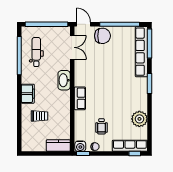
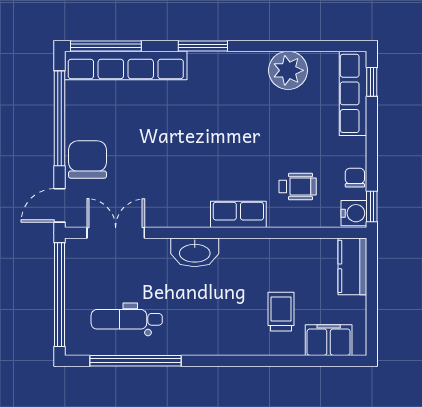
filing cabinet: (28, 94) -> (329, 340), moved
wheelchair: (101, 126) -> (298, 187), moved

